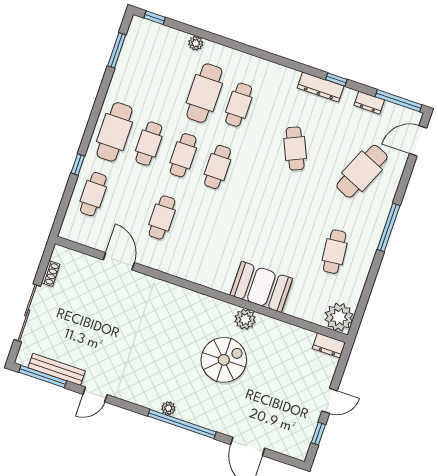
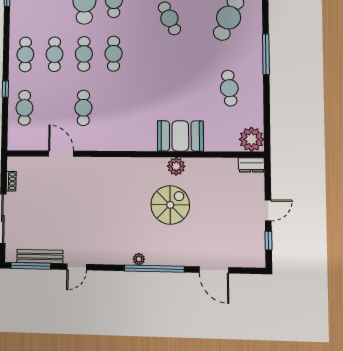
cafe table: (115, 132) -> (25, 54), width x0.73, depth x0.74

